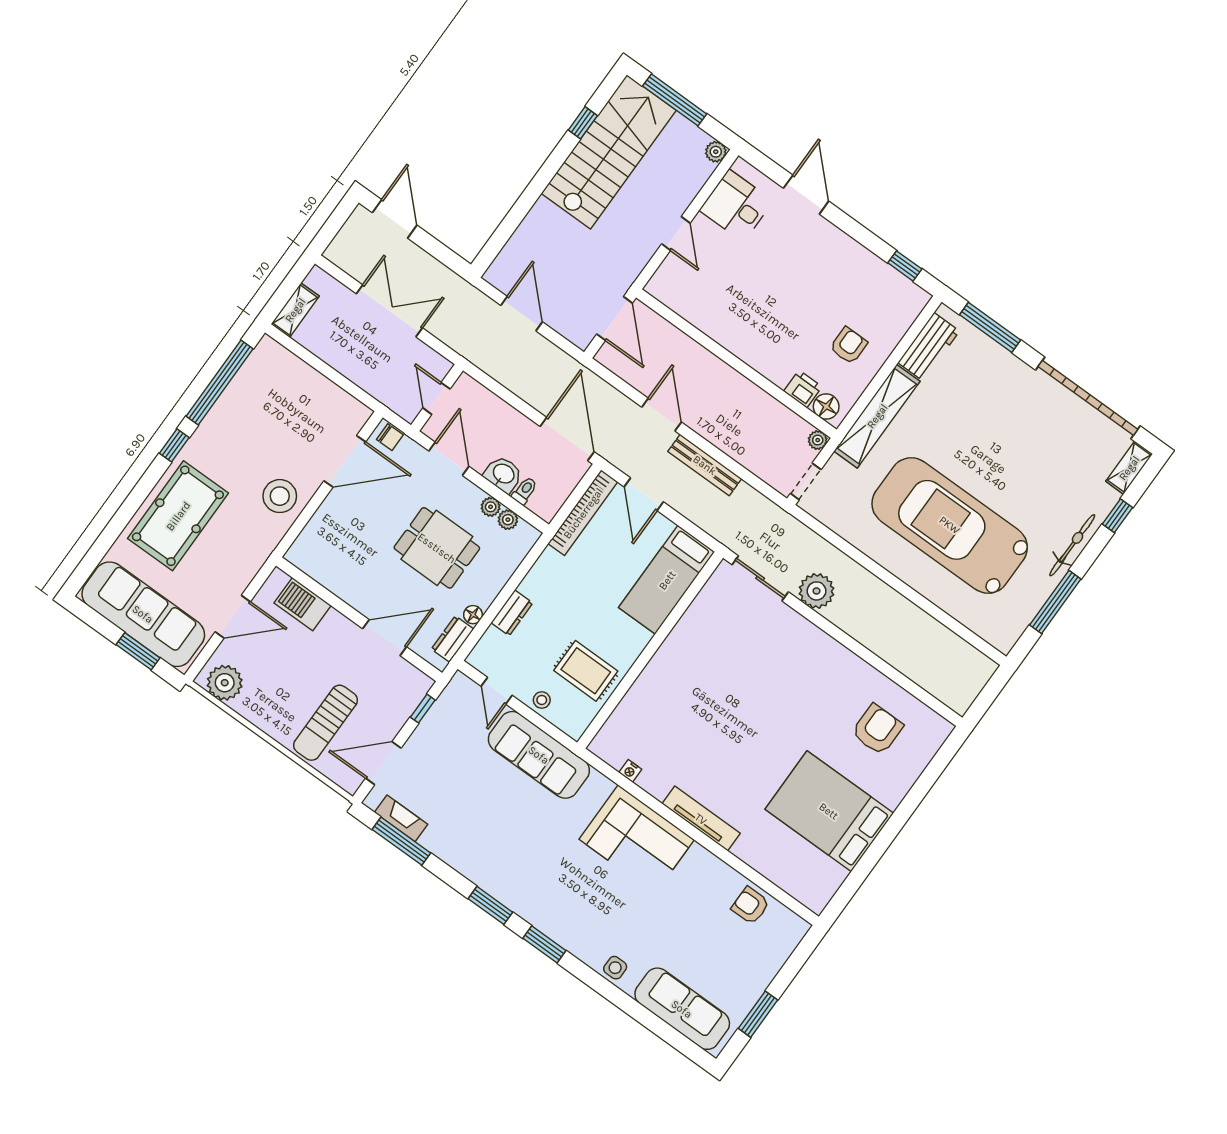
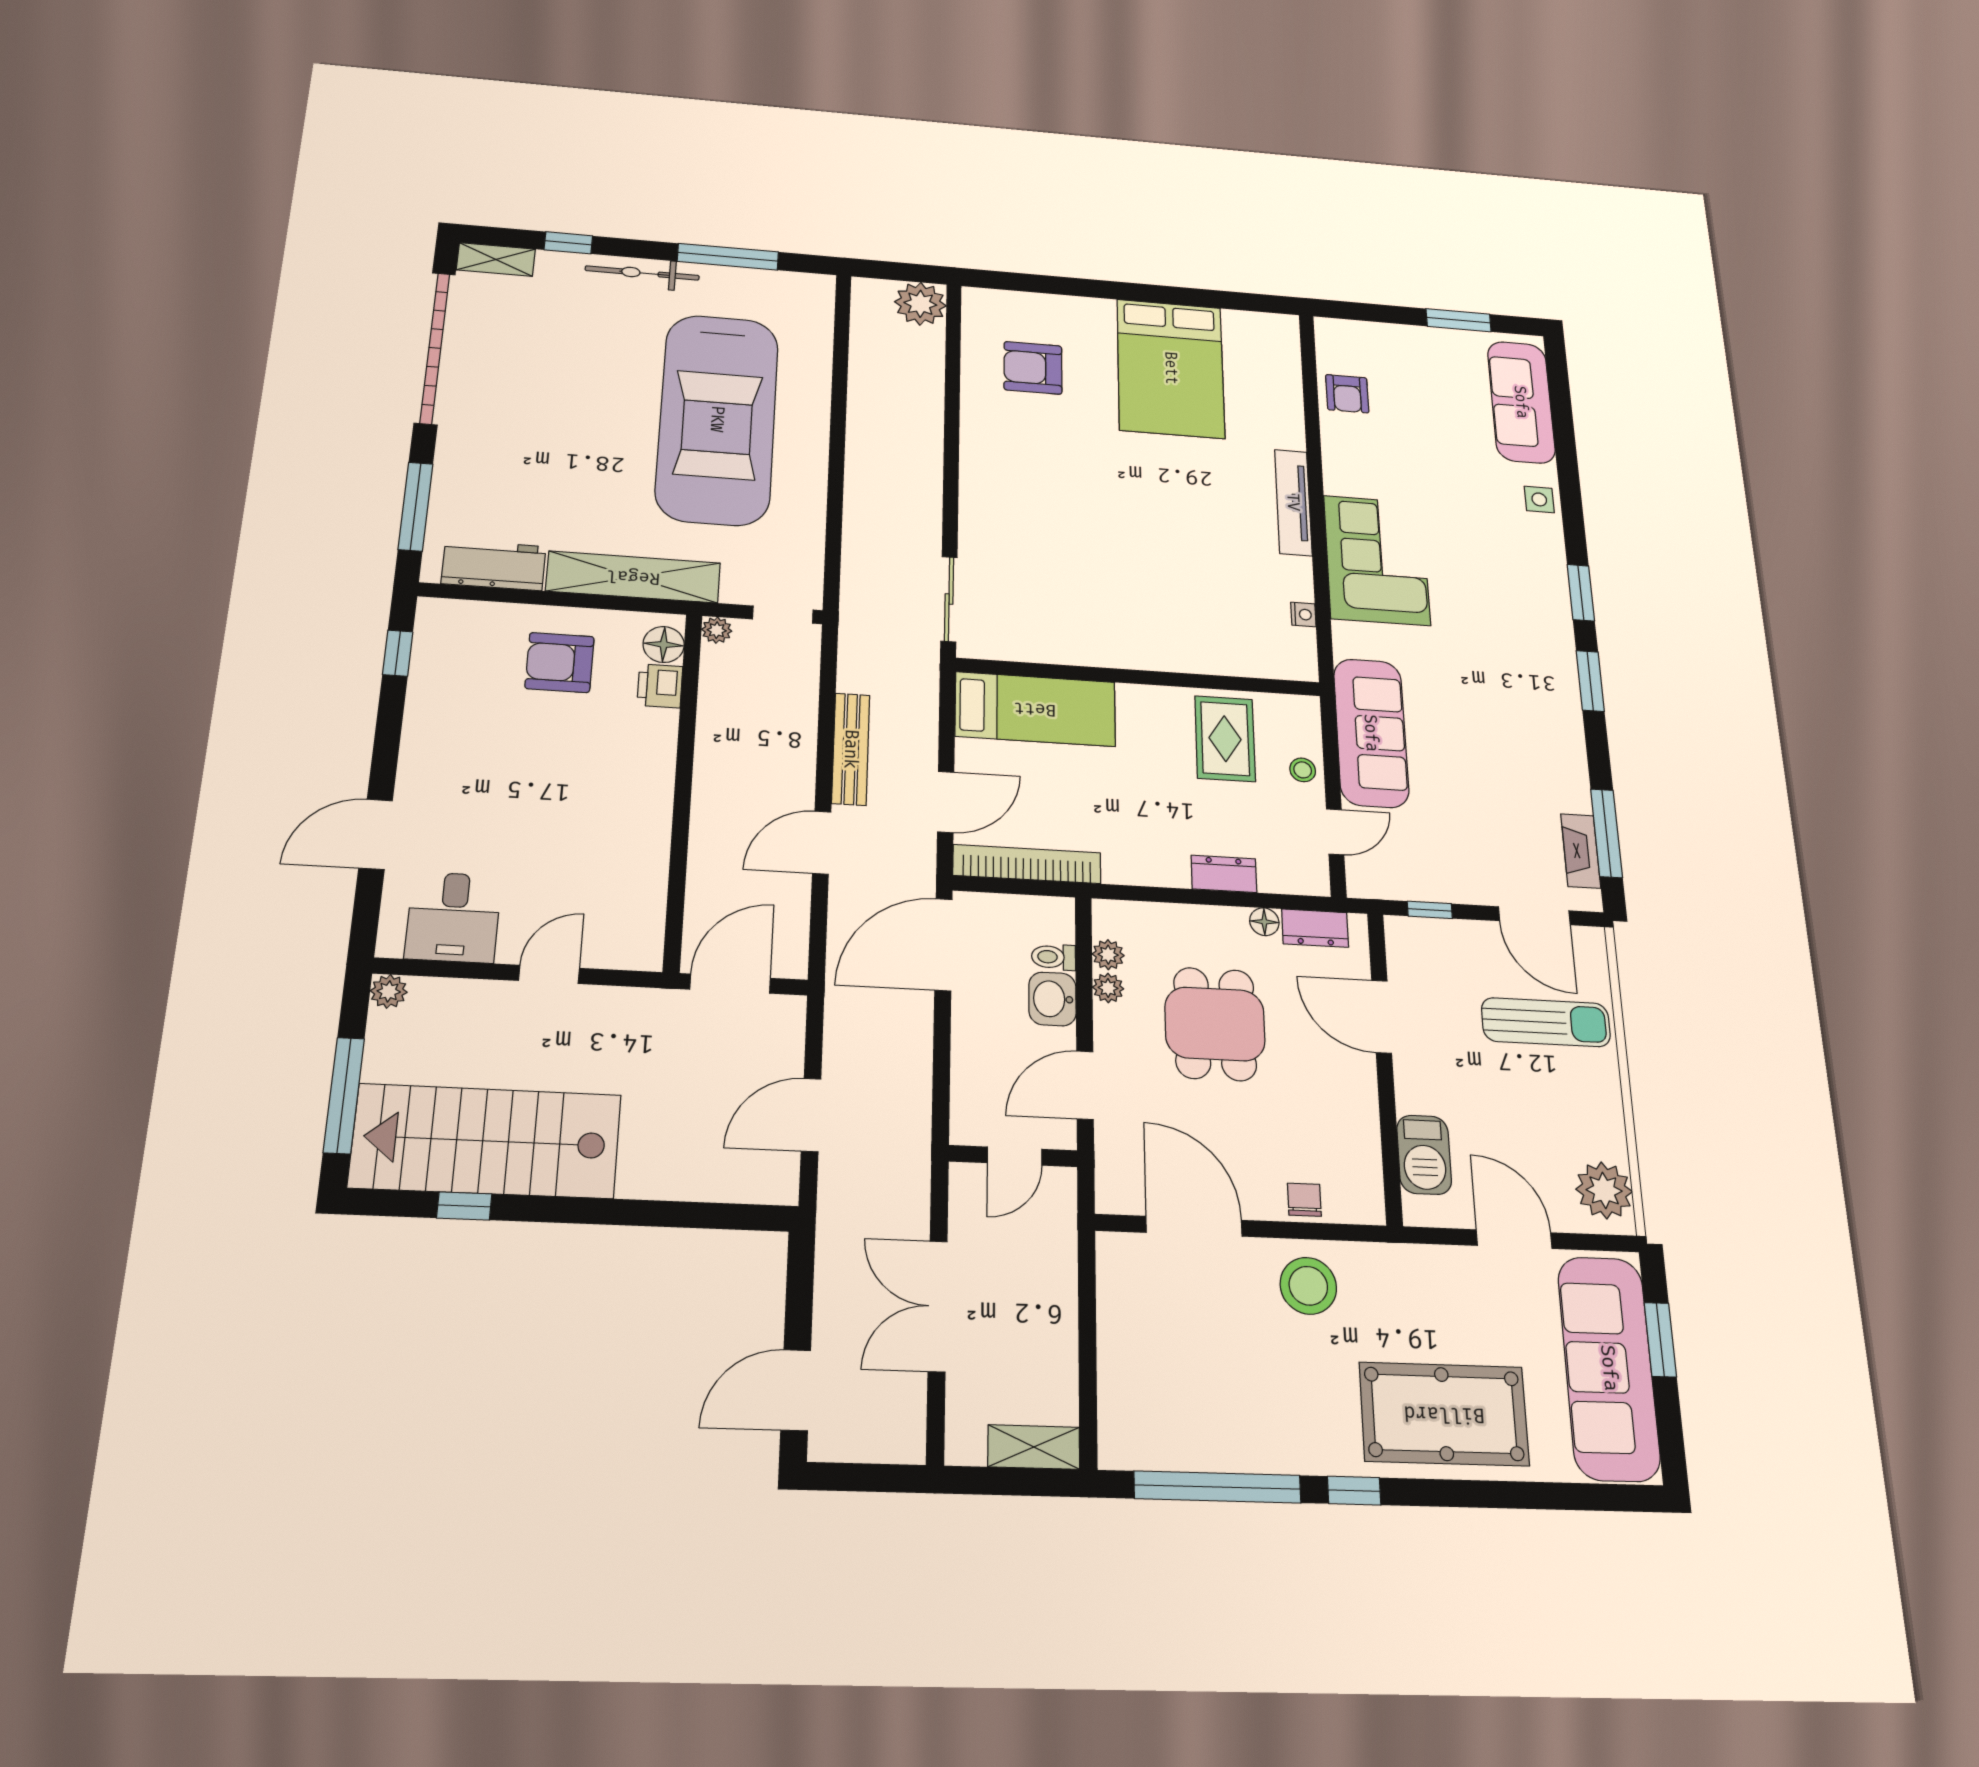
armchair: (849, 346) -> (560, 662), width x1.38, depth x1.38
chair: (390, 437) -> (1304, 1200), moved
plant: (817, 591) -> (920, 304), moved

